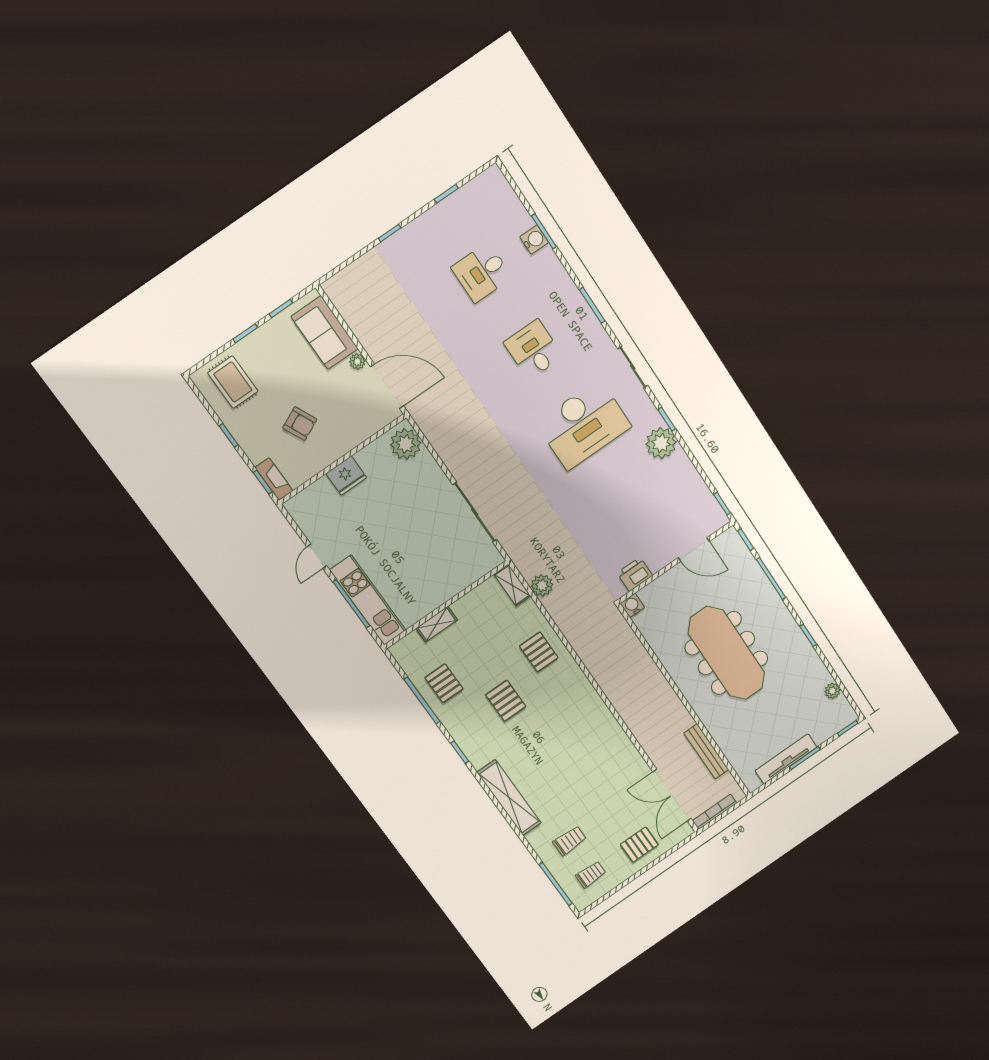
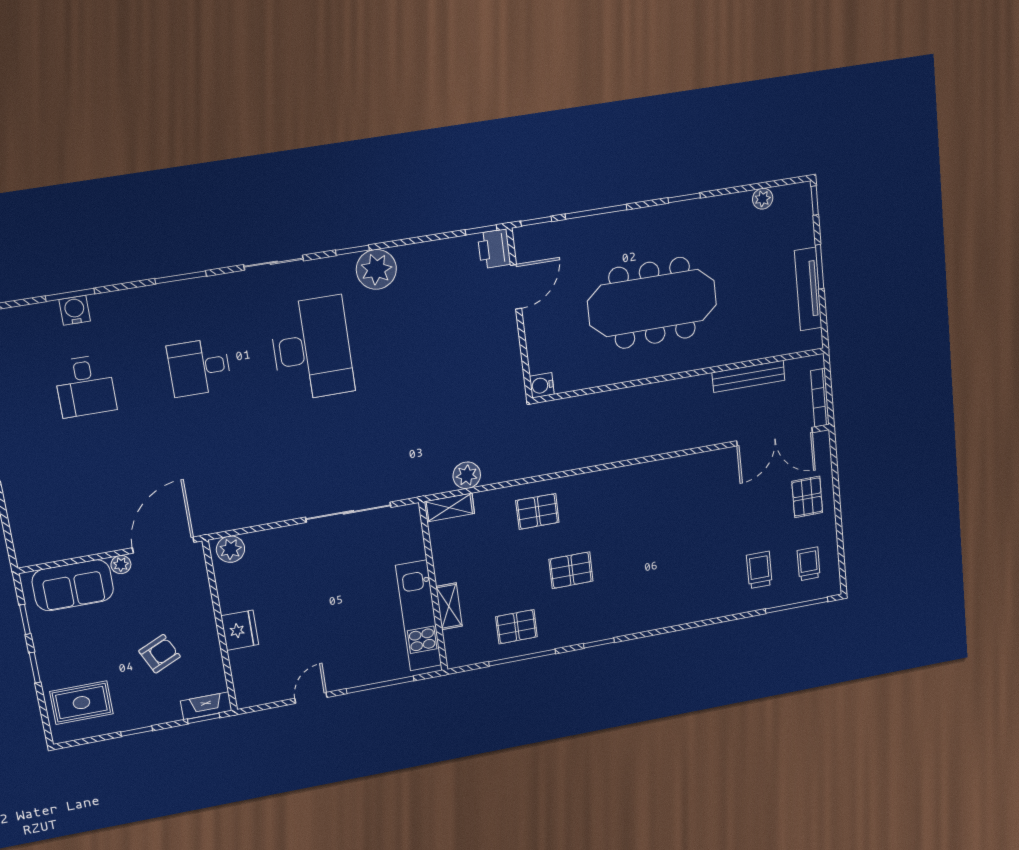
plant: (406, 444) -> (231, 549), width x0.73, depth x0.73
door: (317, 556) -> (311, 698), swing flipped
printer: (635, 574) -> (494, 249), moved
kitchen unit: (368, 600) -> (419, 616), moved, turned -90
shelving: (509, 798) -> (677, 613), removed

